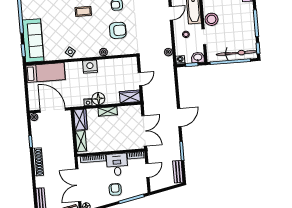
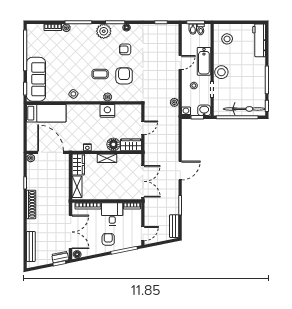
coffee table: (83, 11) -> (100, 74), moved
armchair: (118, 30) -> (124, 76), turned -90
nightstand: (90, 67) -> (107, 111), moved
floor lamp: (98, 99) -> (113, 144), moved
door: (147, 170) -> (143, 234), moved
double door: (78, 185) -> (71, 232), swing flipped

